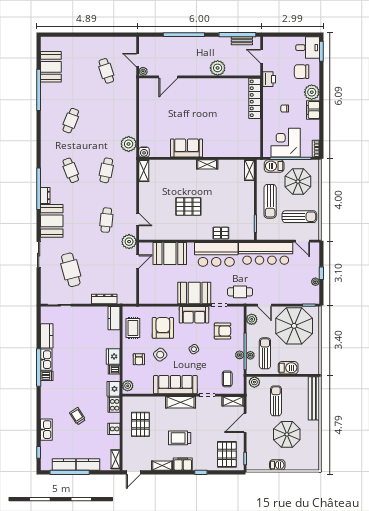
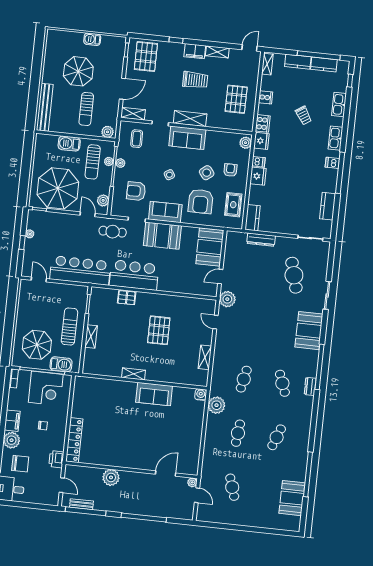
shelving: (249, 170) -> (91, 336), moved
shelving: (144, 171) -> (205, 357), moved
dresser: (45, 195) -> (310, 386), moved
pallet: (188, 207) -> (159, 330), turned 90
sun lounger: (299, 217) -> (39, 306), removed
cafe table: (106, 220) -> (238, 433), moved
booth: (170, 254) -> (210, 247), moved, turned 90
kitchen sink: (46, 360) -> (335, 138), moved
sofa: (175, 385) -> (187, 138), width x0.73

